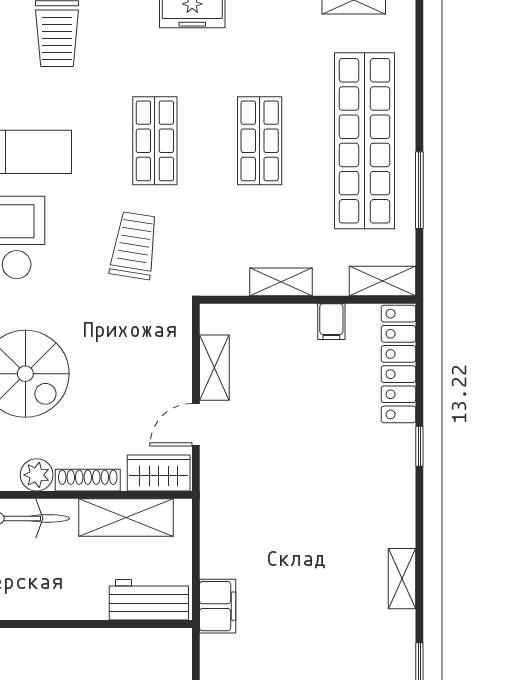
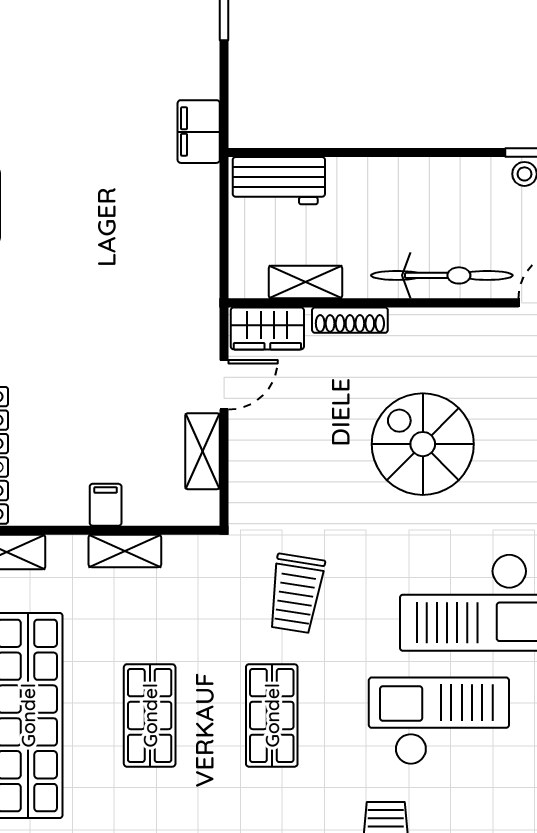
filing cabinet: (331, 322) -> (106, 505), moved
plant: (37, 475) -> (410, 326), removed
shelving: (126, 518) -> (305, 282), width x0.67, depth x0.75
filing cabinet: (218, 606) -> (199, 132), moved

